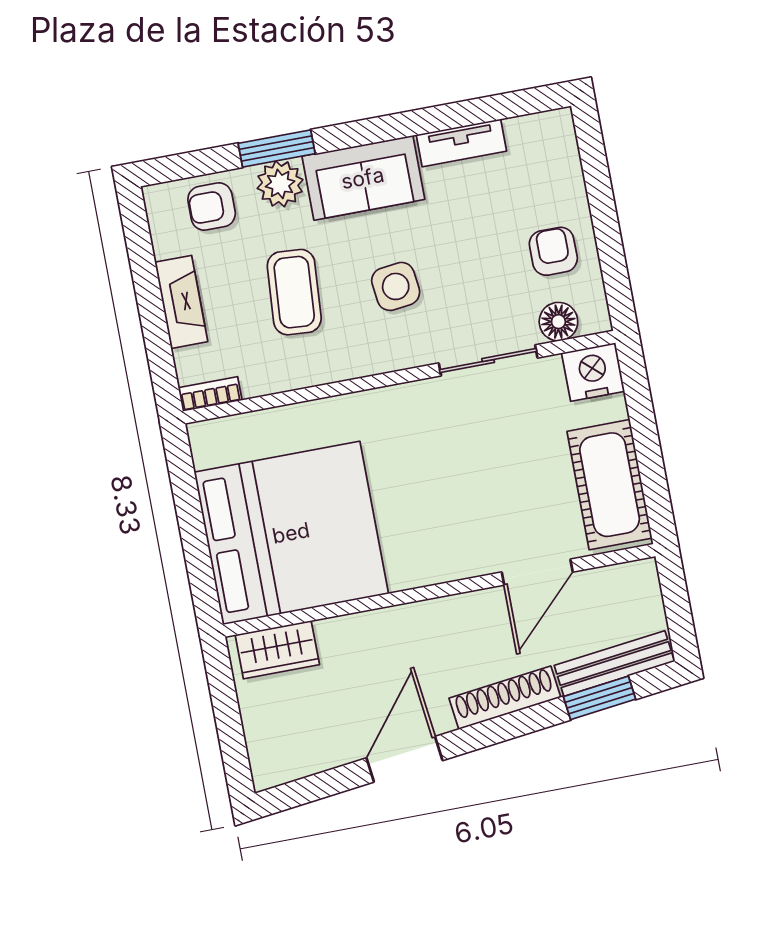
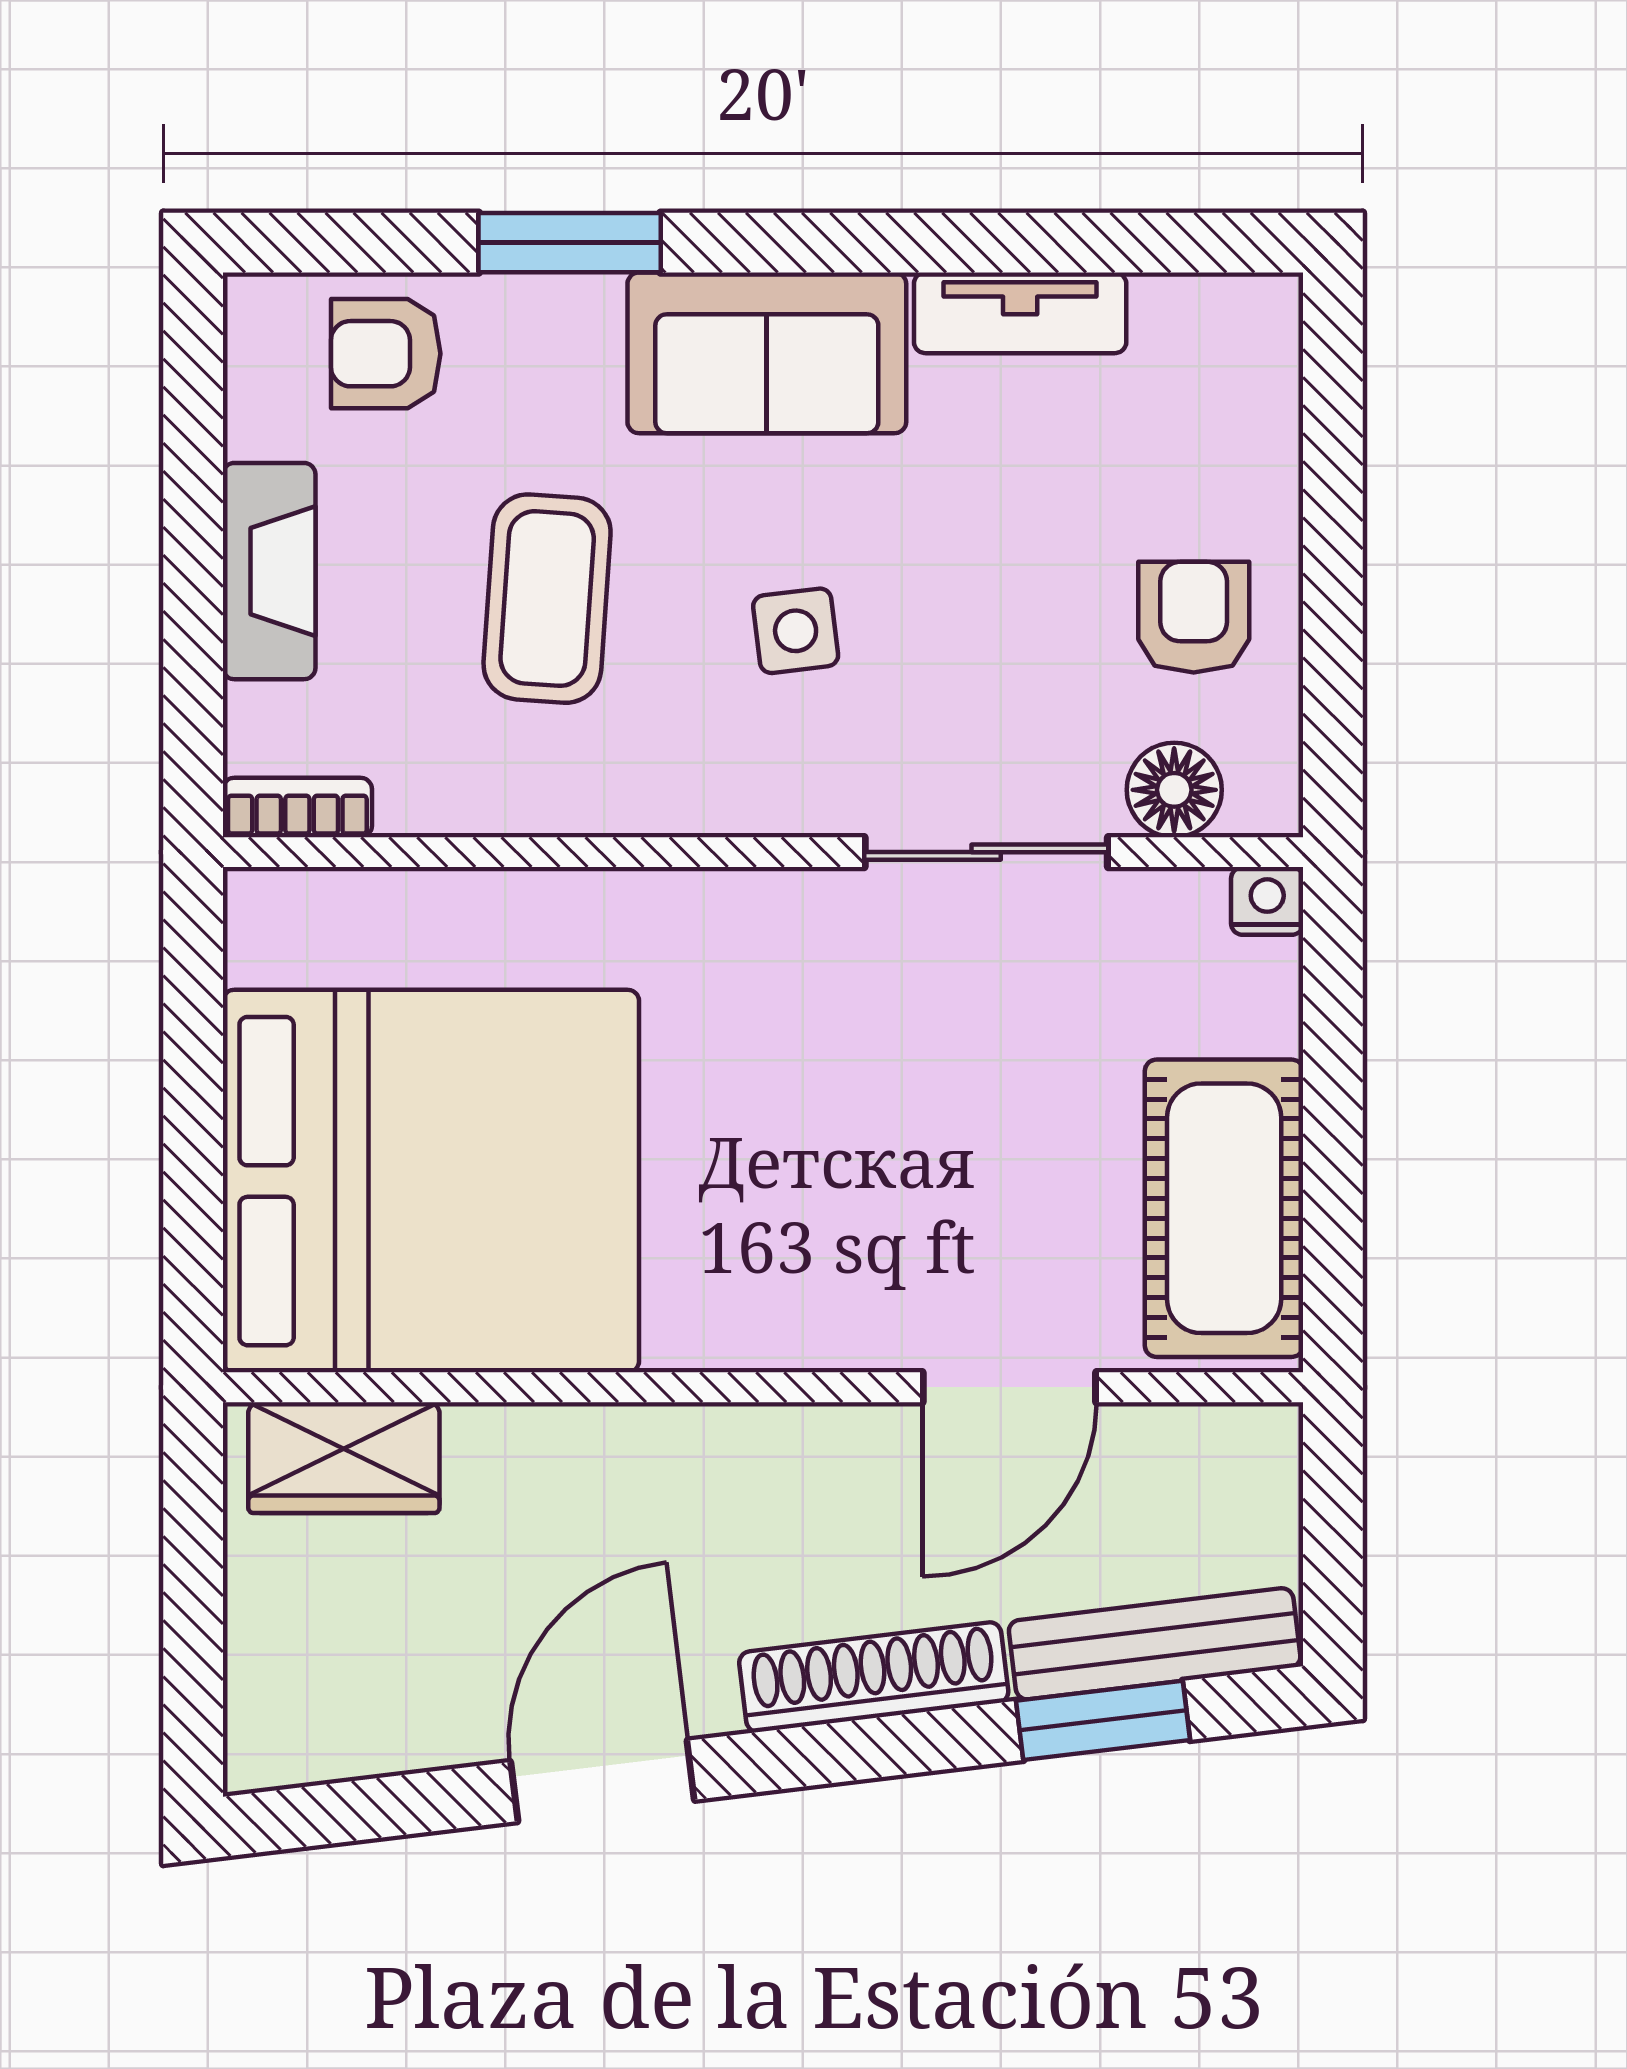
plant: (280, 184) -> (562, 330), removed
side table: (396, 286) -> (796, 631), width x0.73, depth x0.73
nightstand: (593, 372) -> (1267, 901), width x0.53, depth x0.56

